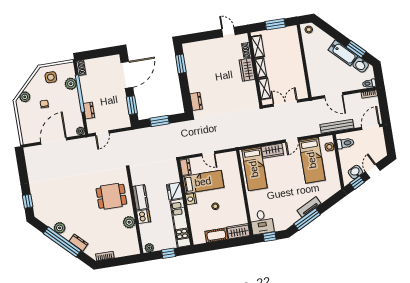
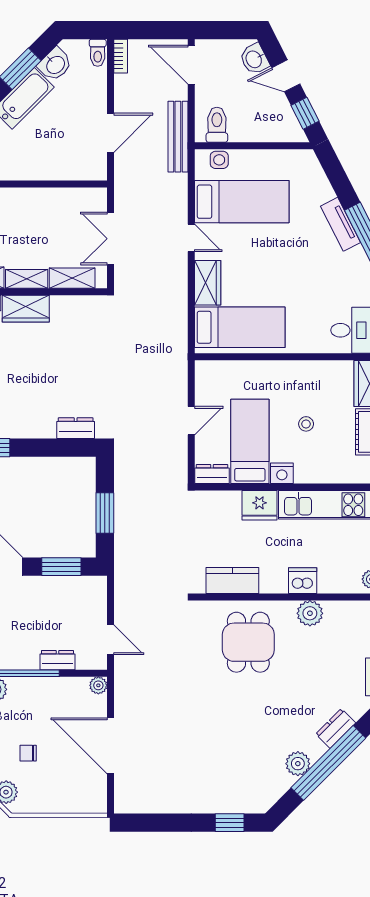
washbasin: (355, 172) -> (254, 59), moved
kitchen counter: (140, 197) -> (232, 580), moved

